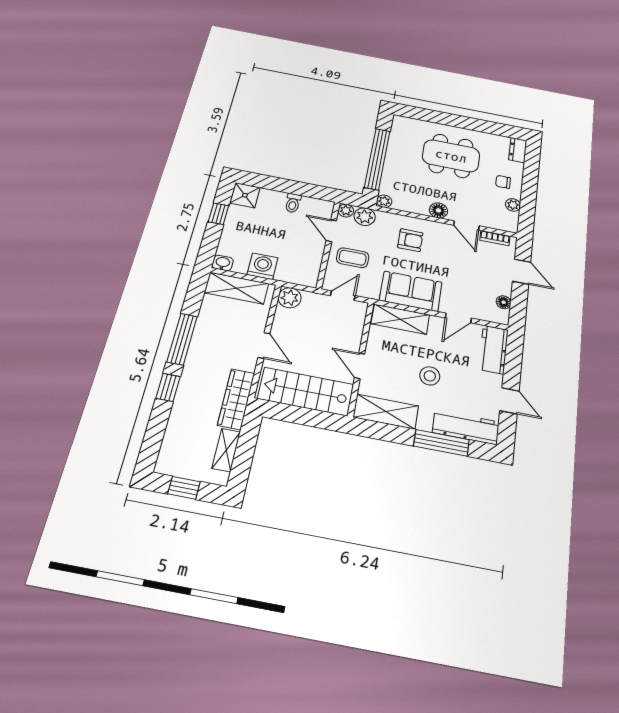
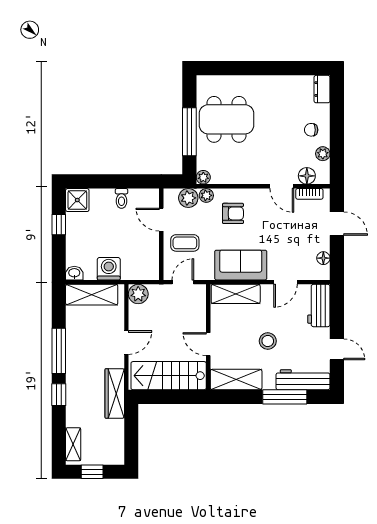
dining table: (451, 156) -> (227, 119), moved
window: (377, 159) -> (189, 132), width x0.68
floor lamp: (438, 210) -> (307, 176), moved
plant: (346, 211) -> (206, 195), moved
door: (264, 345) -> (126, 343), hinge flipped
shelving: (226, 450) -> (73, 444), moved

